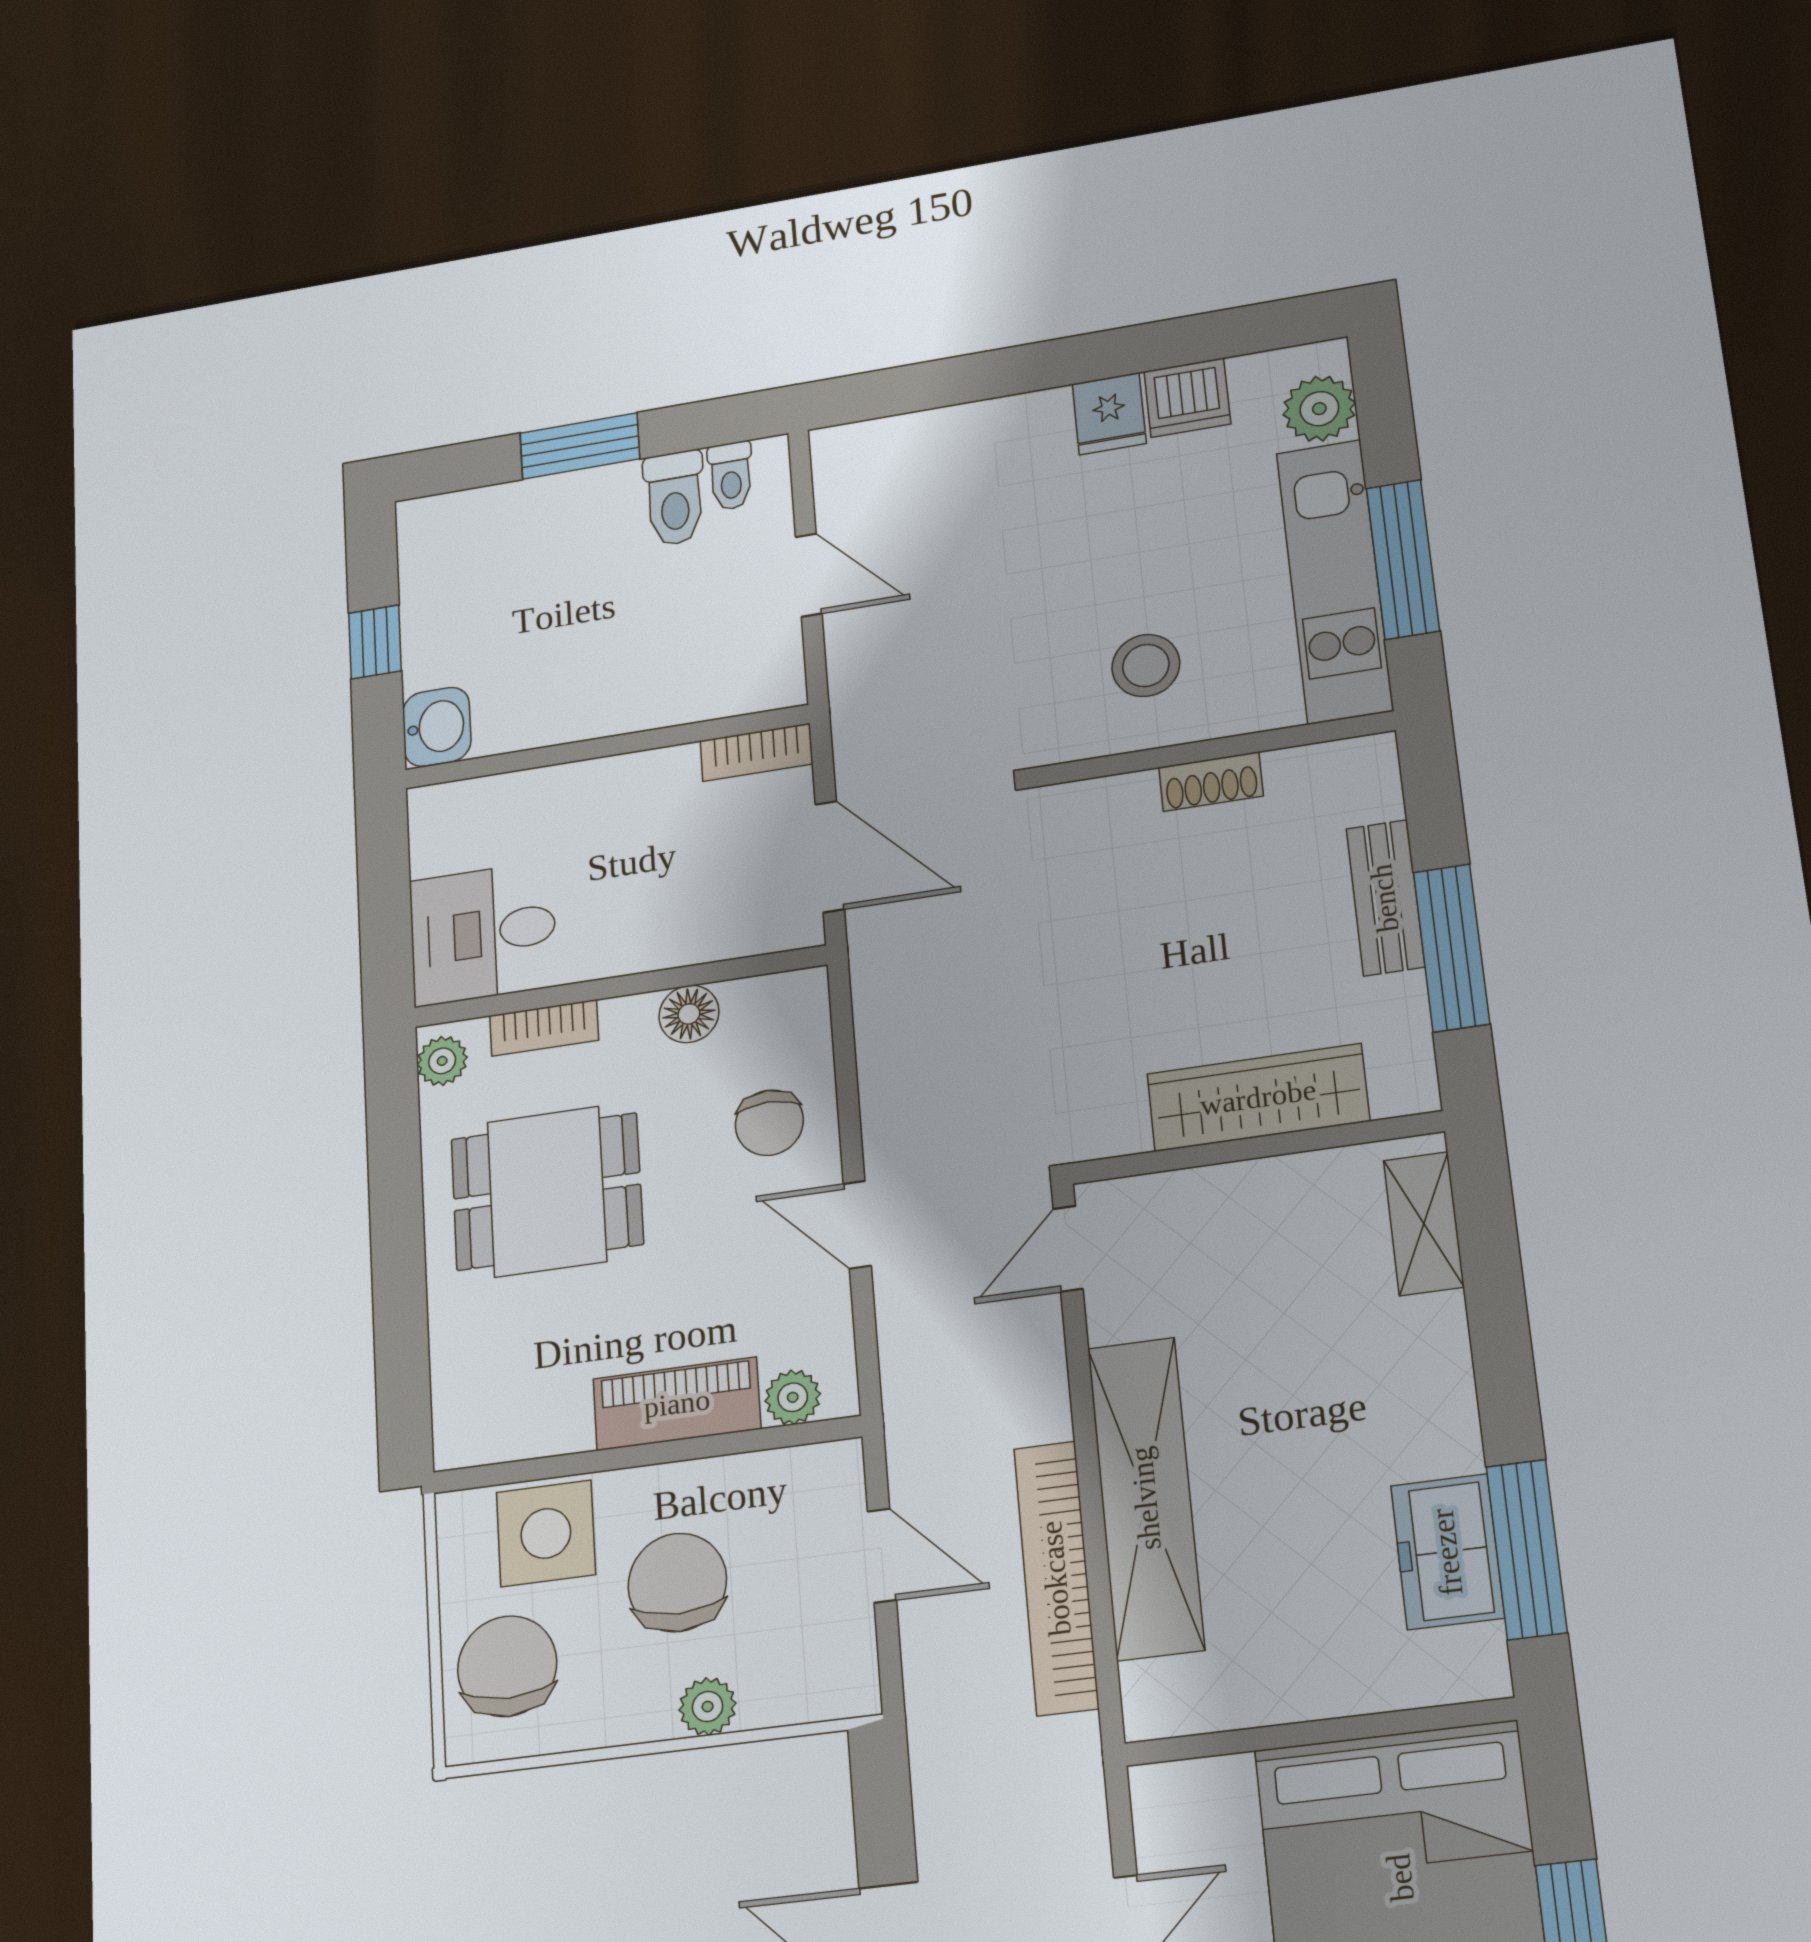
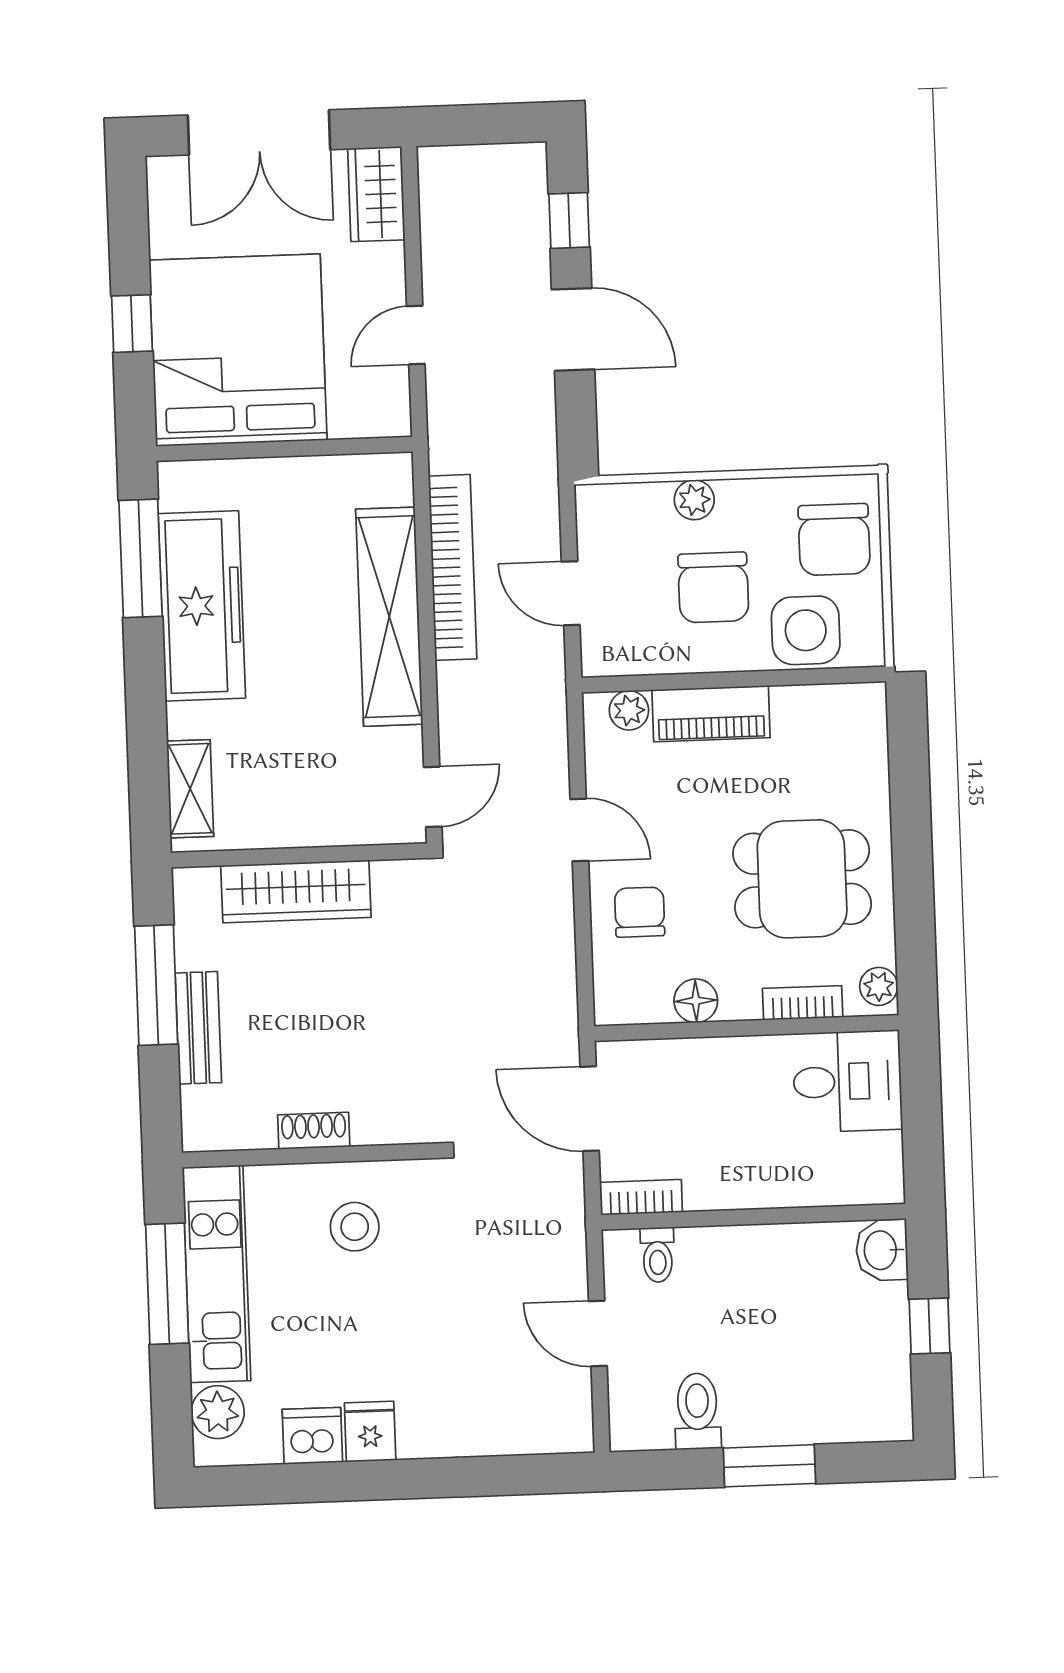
toilet: (731, 476) -> (658, 1255), moved, turned 180
freezer: (1447, 1552) -> (202, 606), width x1.91, depth x1.26

